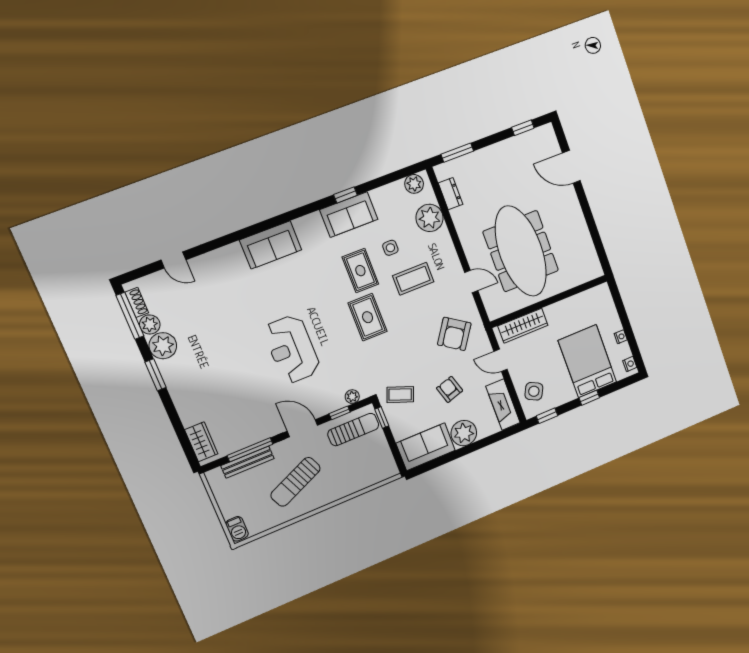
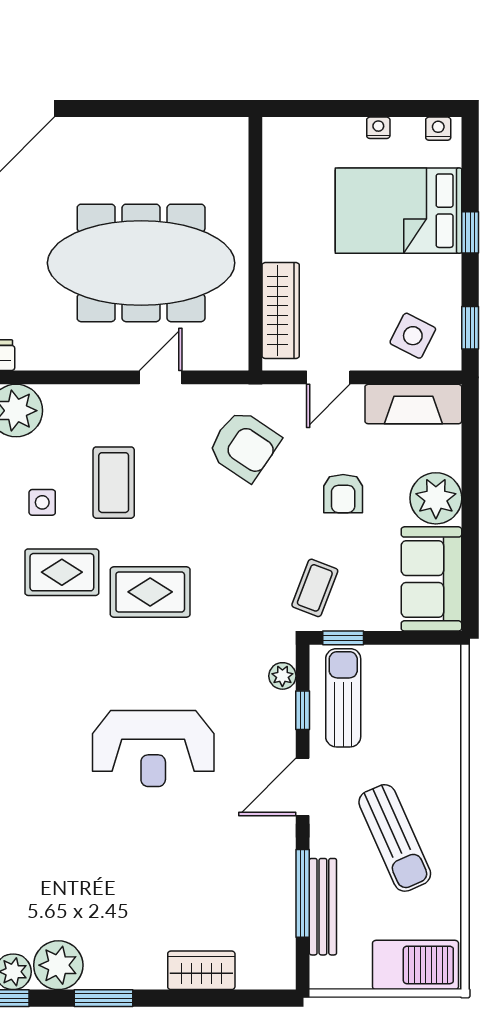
armchair: (450, 389) -> (343, 494), turned -73
wardrobe: (201, 442) -> (201, 970), moved
barbecue: (237, 529) -> (415, 965), width x1.88, depth x1.53

